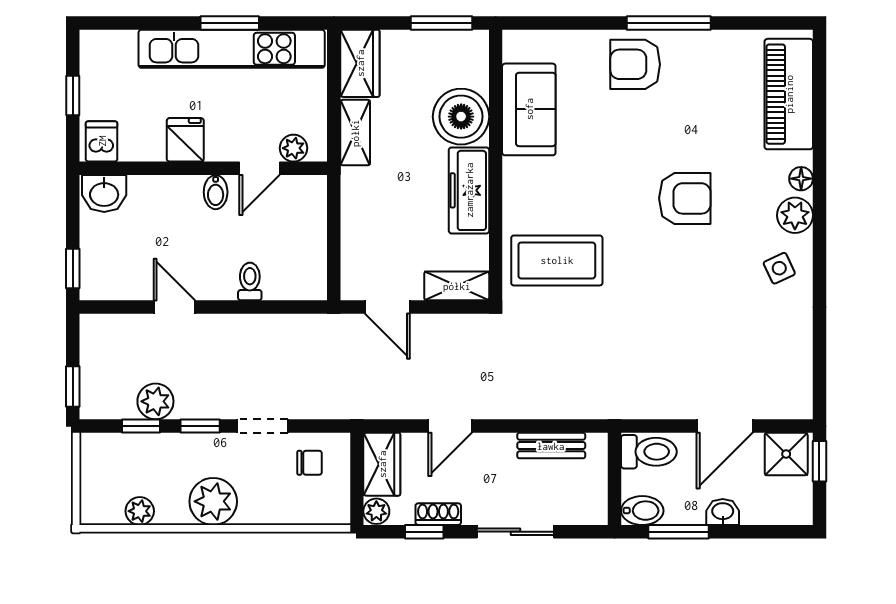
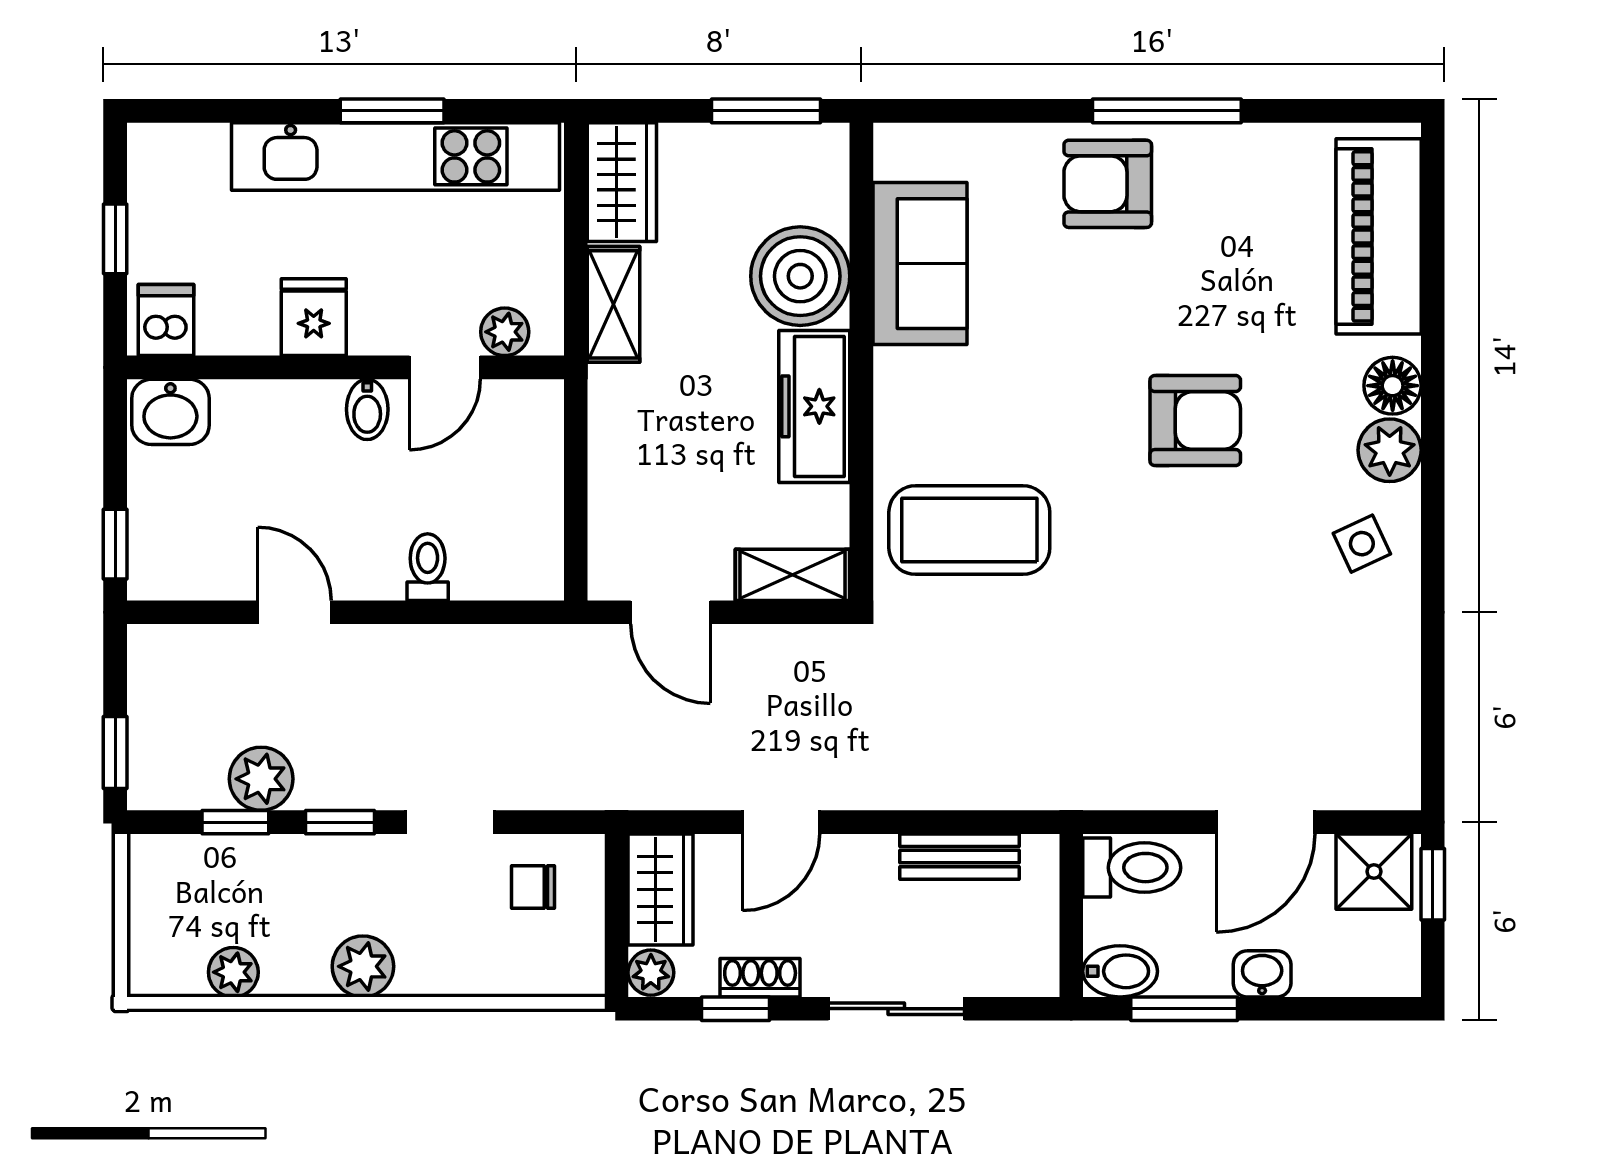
floor lamp: (801, 179) -> (1393, 386), width x1.37, depth x1.37
chair: (310, 463) -> (533, 887), turned 180
plant: (213, 501) -> (363, 966), width x0.73, depth x0.73

